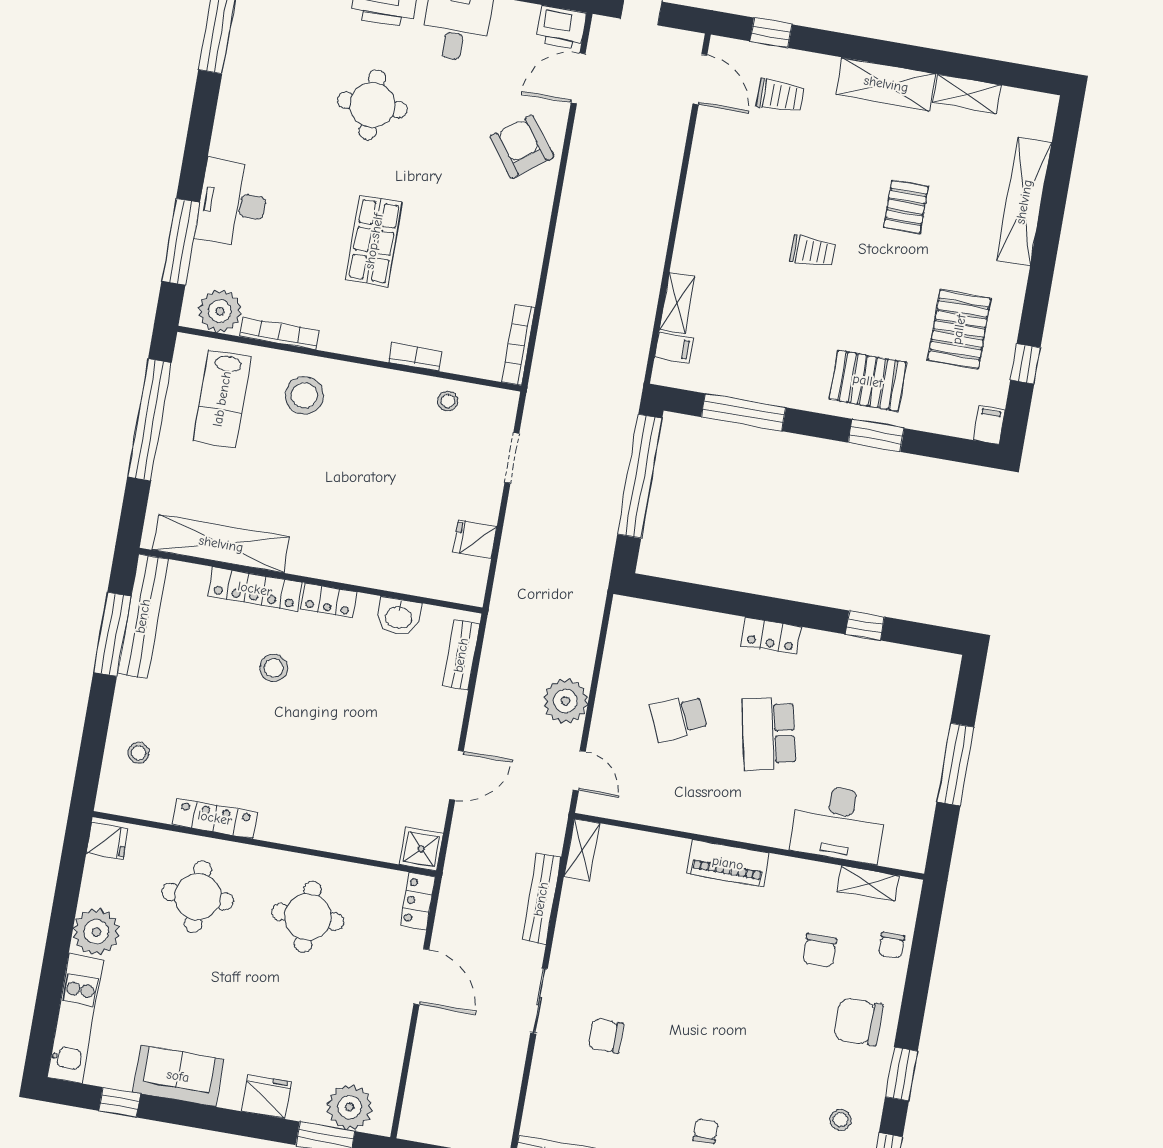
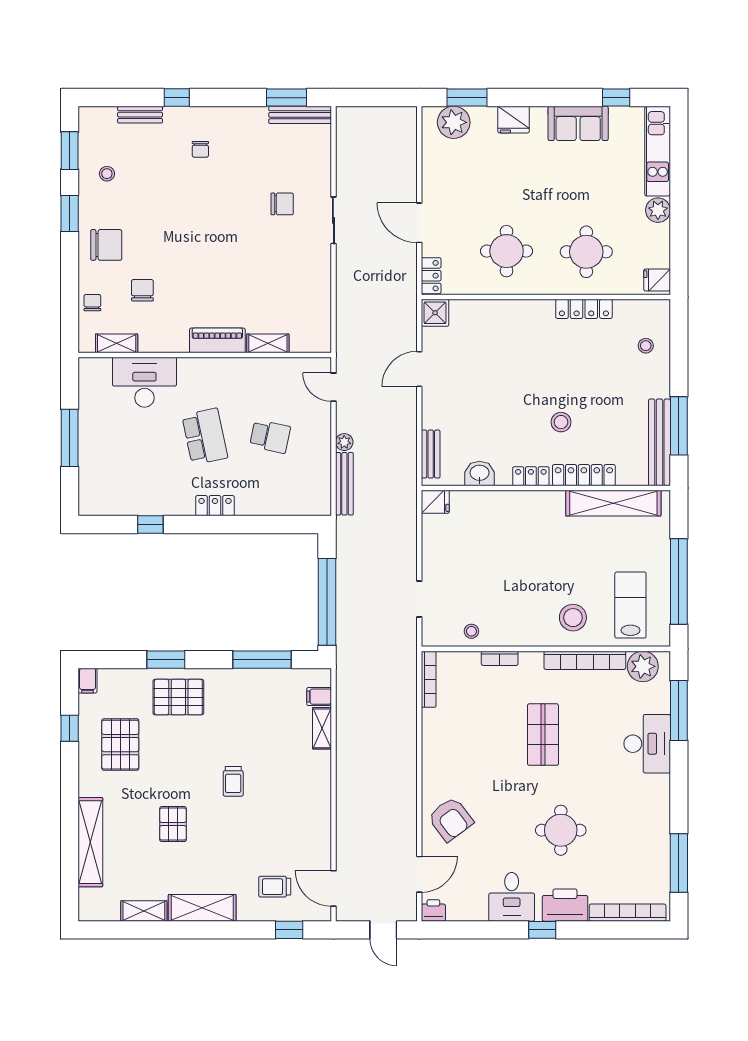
printer: (561, 27) -> (433, 910), width x0.73, depth x0.81
trolley: (812, 251) -> (233, 781), turned -90
bookcase: (279, 333) -> (585, 660), width x1.48, depth x1.31
fridge: (475, 539) -> (435, 502), moved
plant: (565, 701) -> (344, 442), width x0.53, depth x0.53
school desk: (679, 718) -> (270, 436), turned 36
shelving: (582, 850) -> (268, 343), moved, turned 90
bench: (541, 899) -> (344, 484), moved
plant: (96, 932) -> (658, 210), width x0.73, depth x0.73

